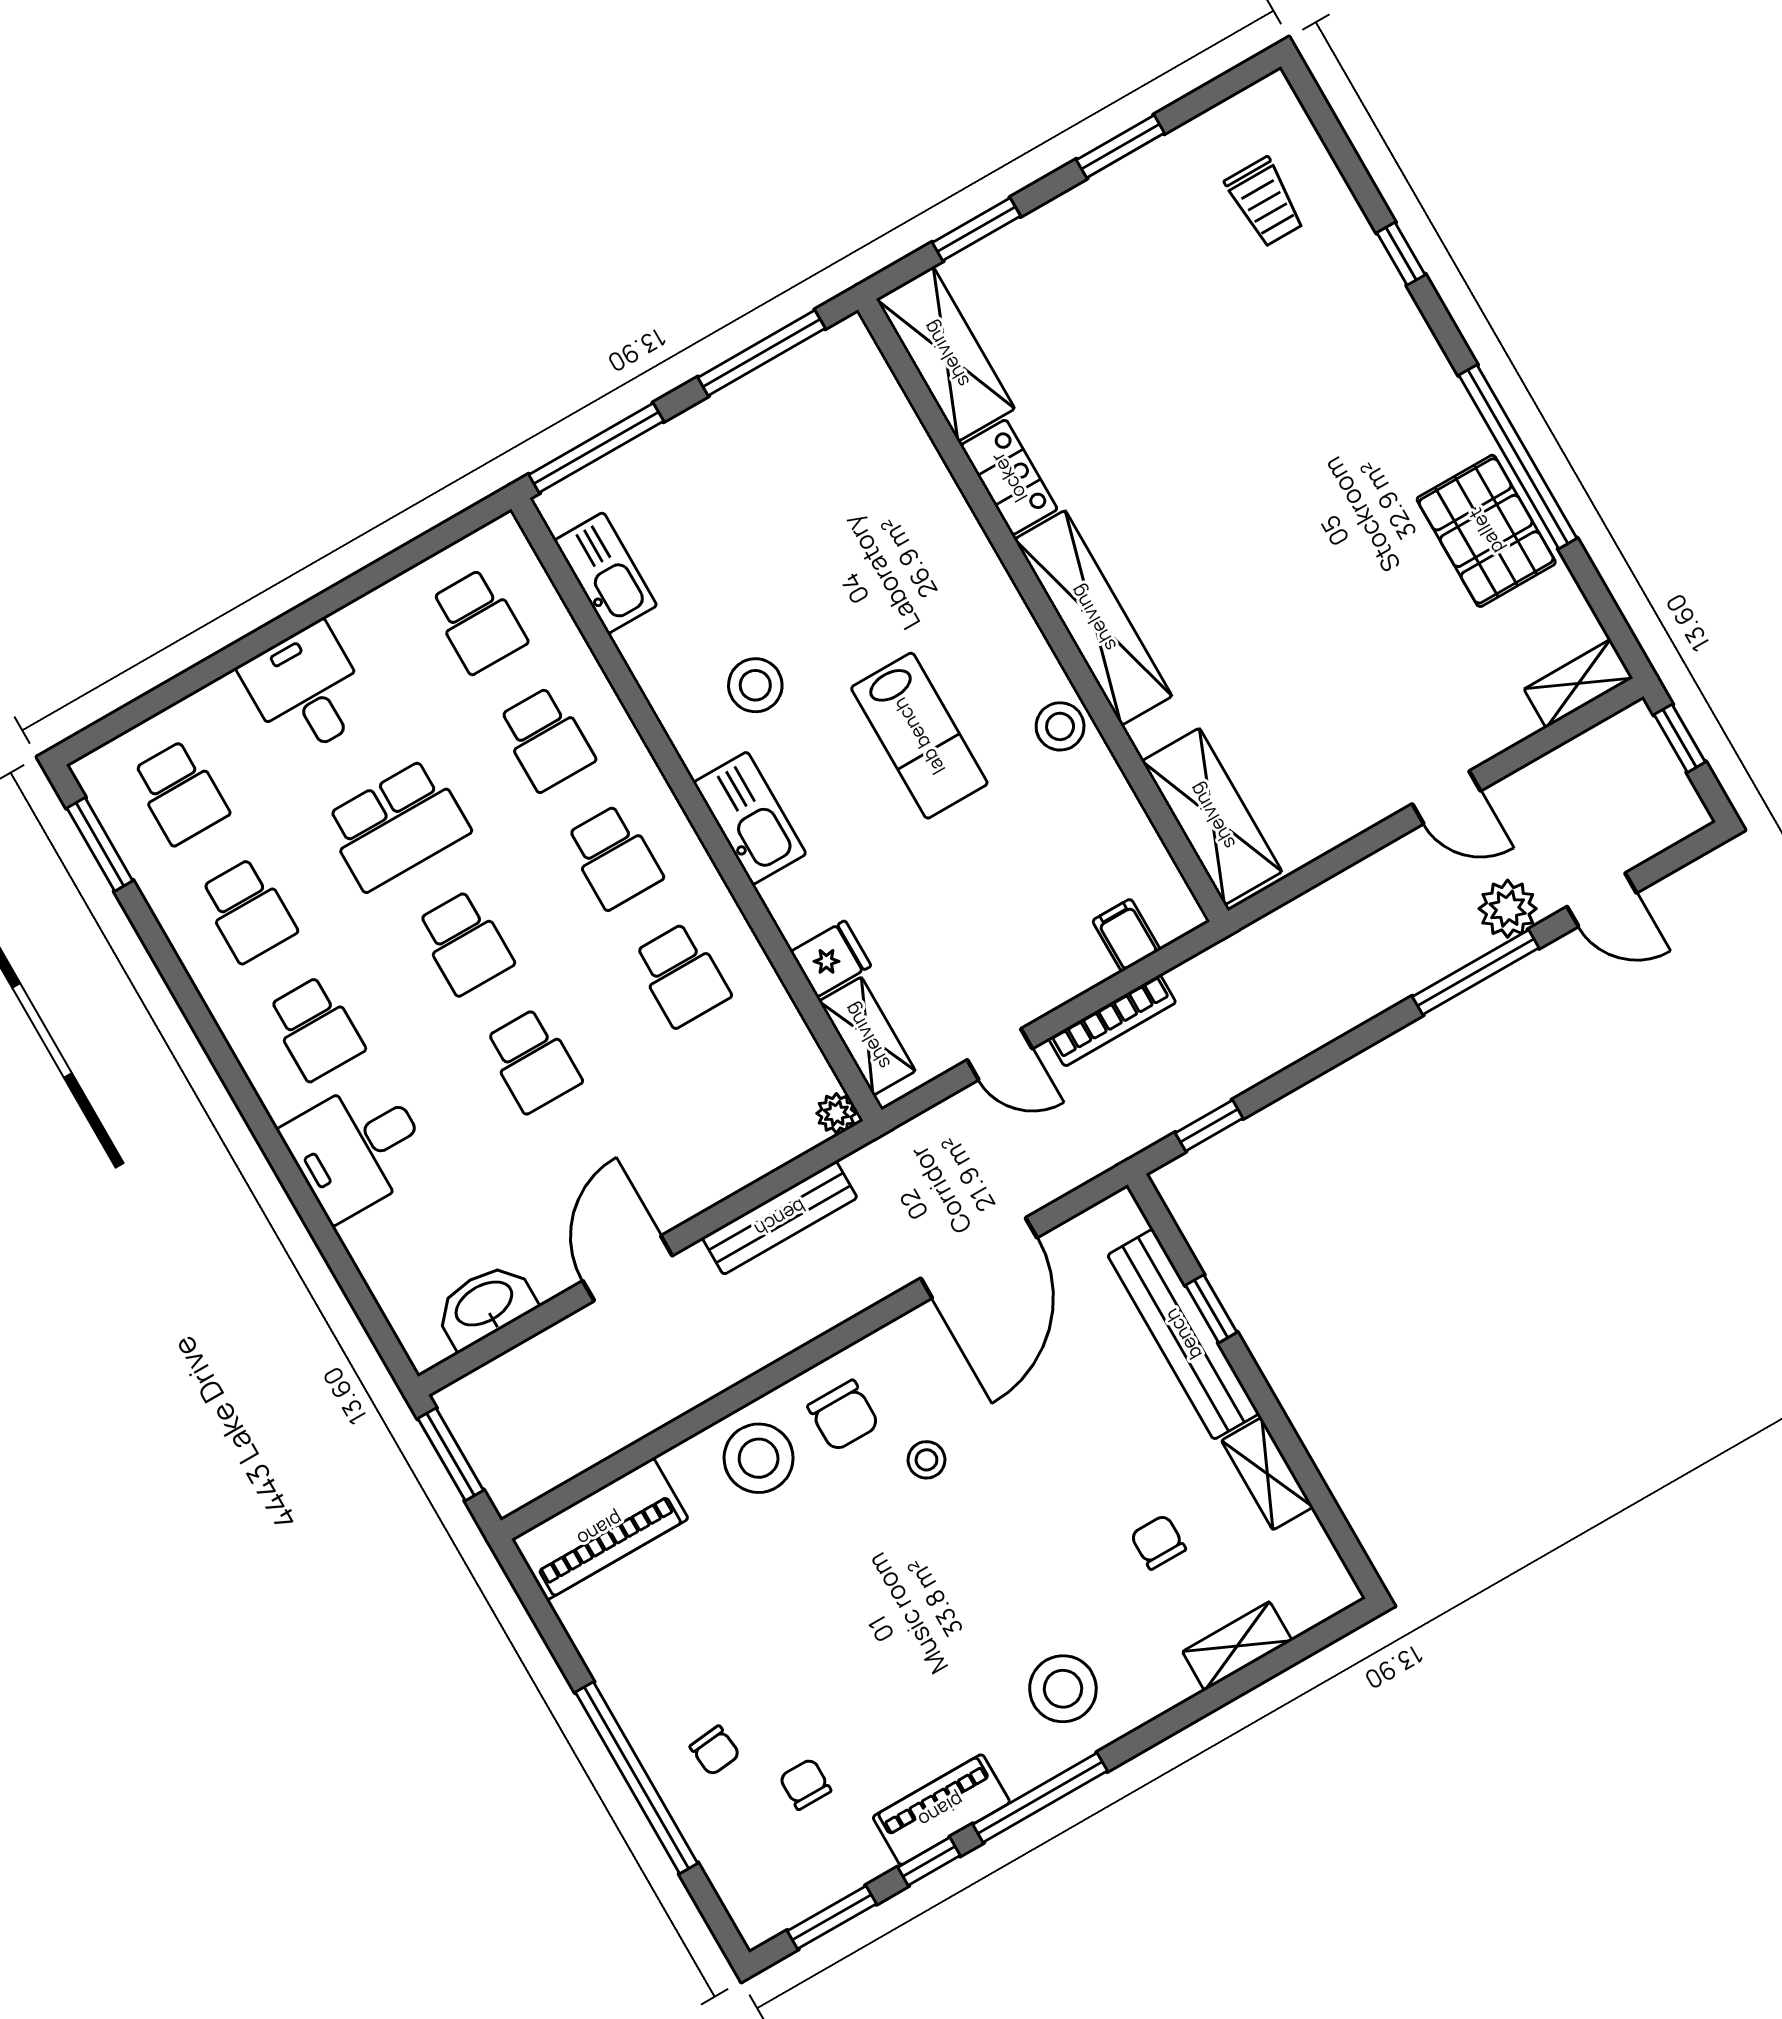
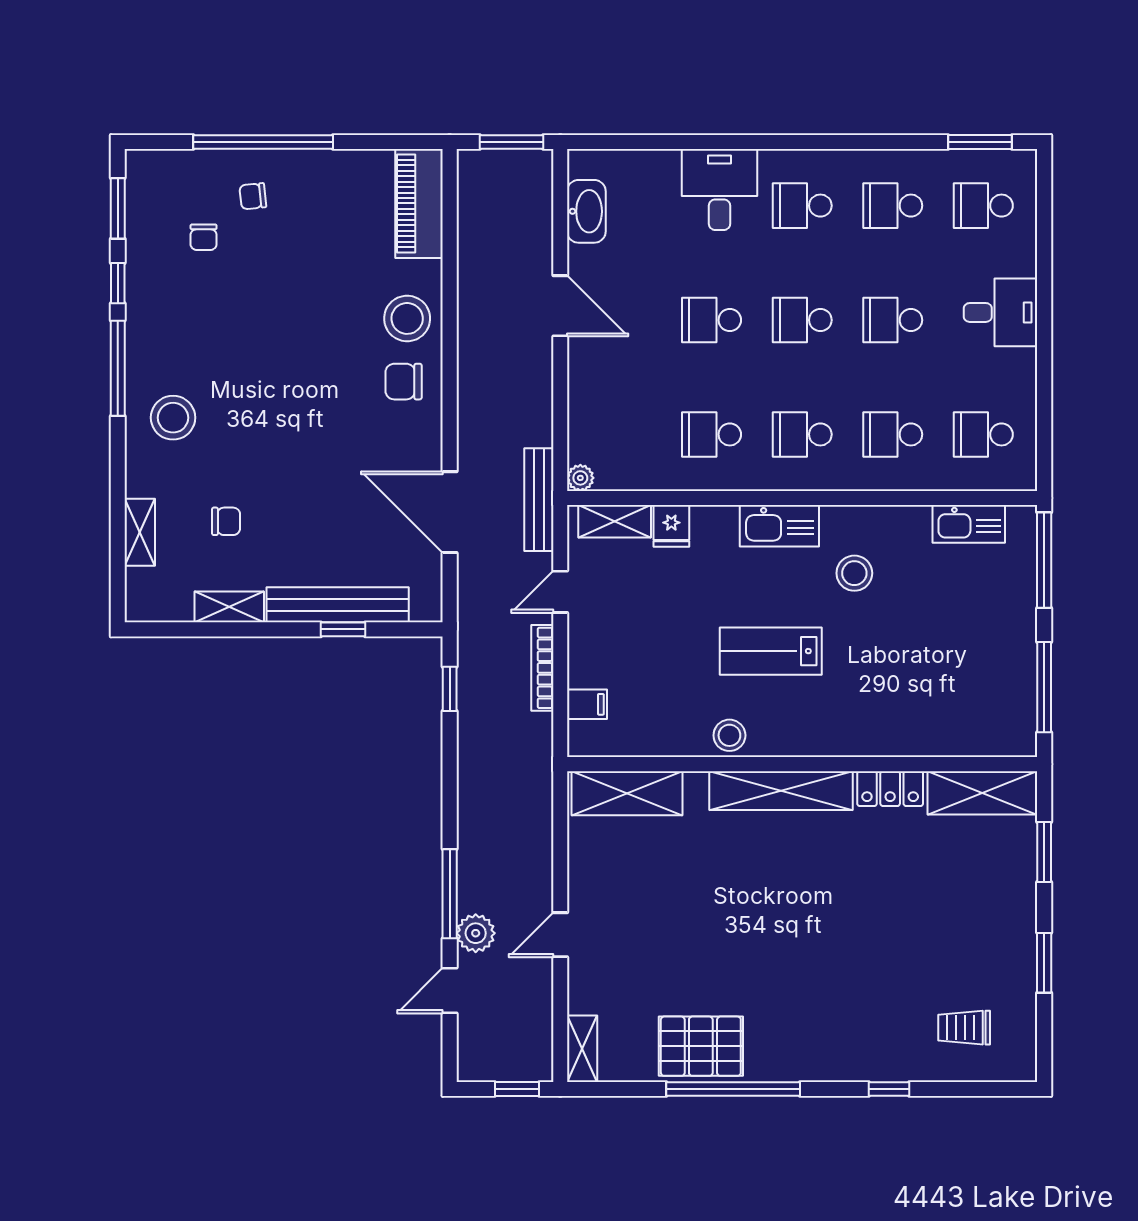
school desk: (397, 825) -> (893, 320), width x0.54
bench: (780, 1218) -> (539, 500), moved
stool: (926, 1460) -> (350, 415), removed
chair: (805, 1784) -> (204, 237), turned 90
piano: (941, 1810) -> (144, 307), removed

